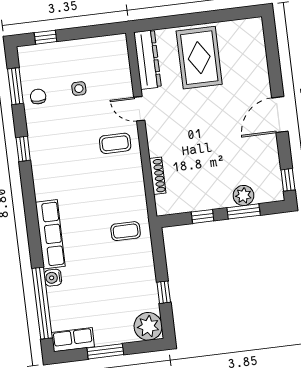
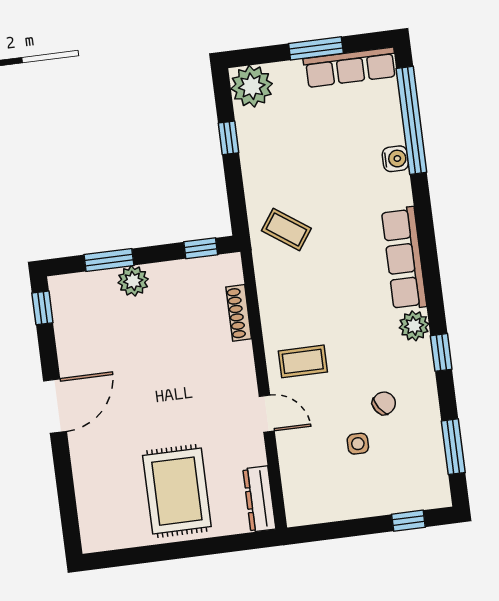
dresser: (147, 60) -> (259, 499), width x0.73, depth x0.80
chair: (38, 96) -> (384, 403), moved, turned -124
plant: (41, 167) -> (414, 326), added
plant: (243, 195) -> (133, 281), moved
window: (203, 216) -> (201, 248), moved
coffee table: (126, 231) -> (286, 229), turned 35
row of seats: (50, 234) -> (404, 258), moved
row of seats: (73, 340) -> (350, 67), width x1.48

